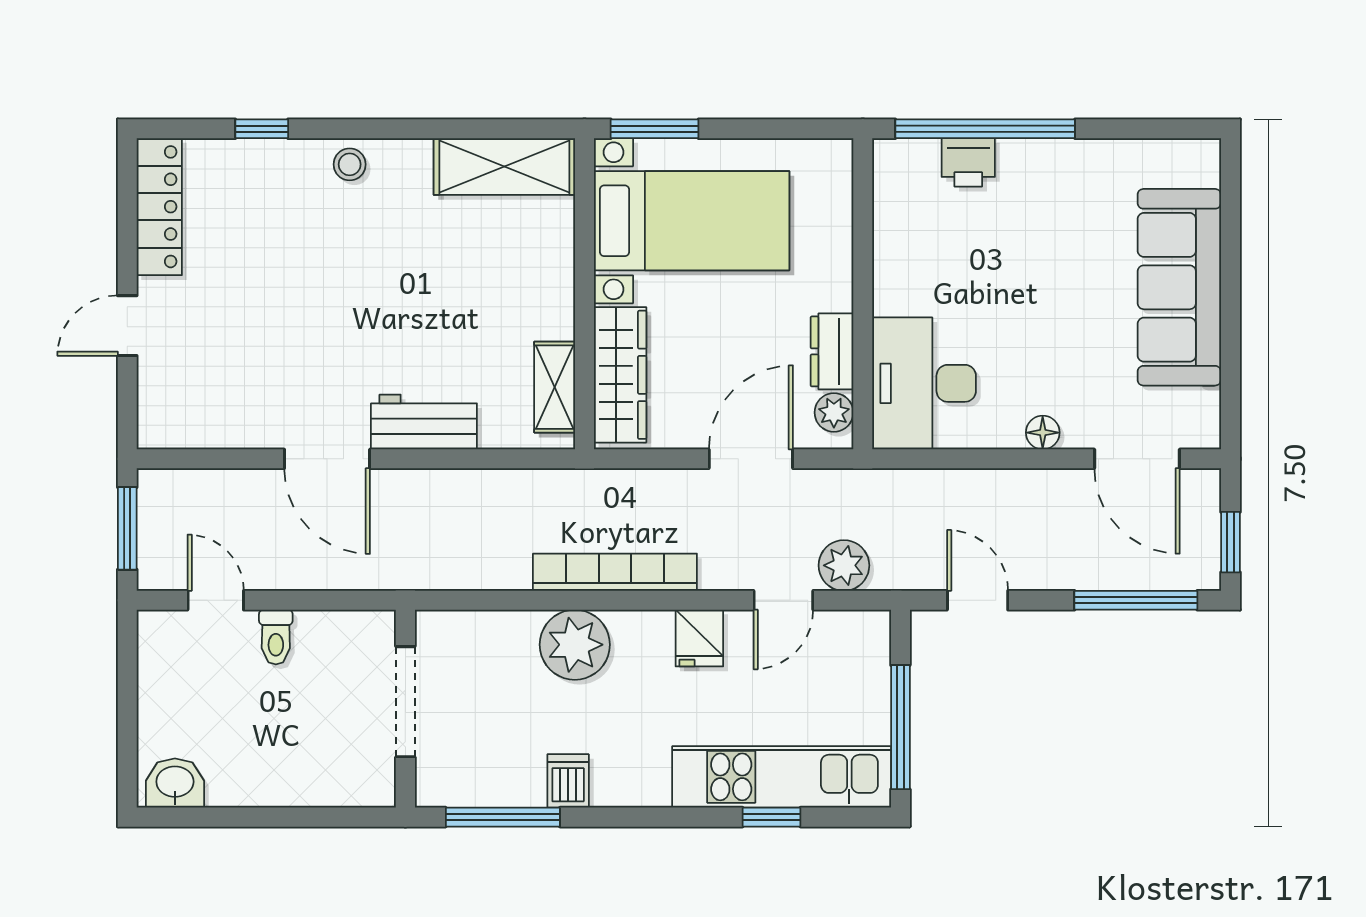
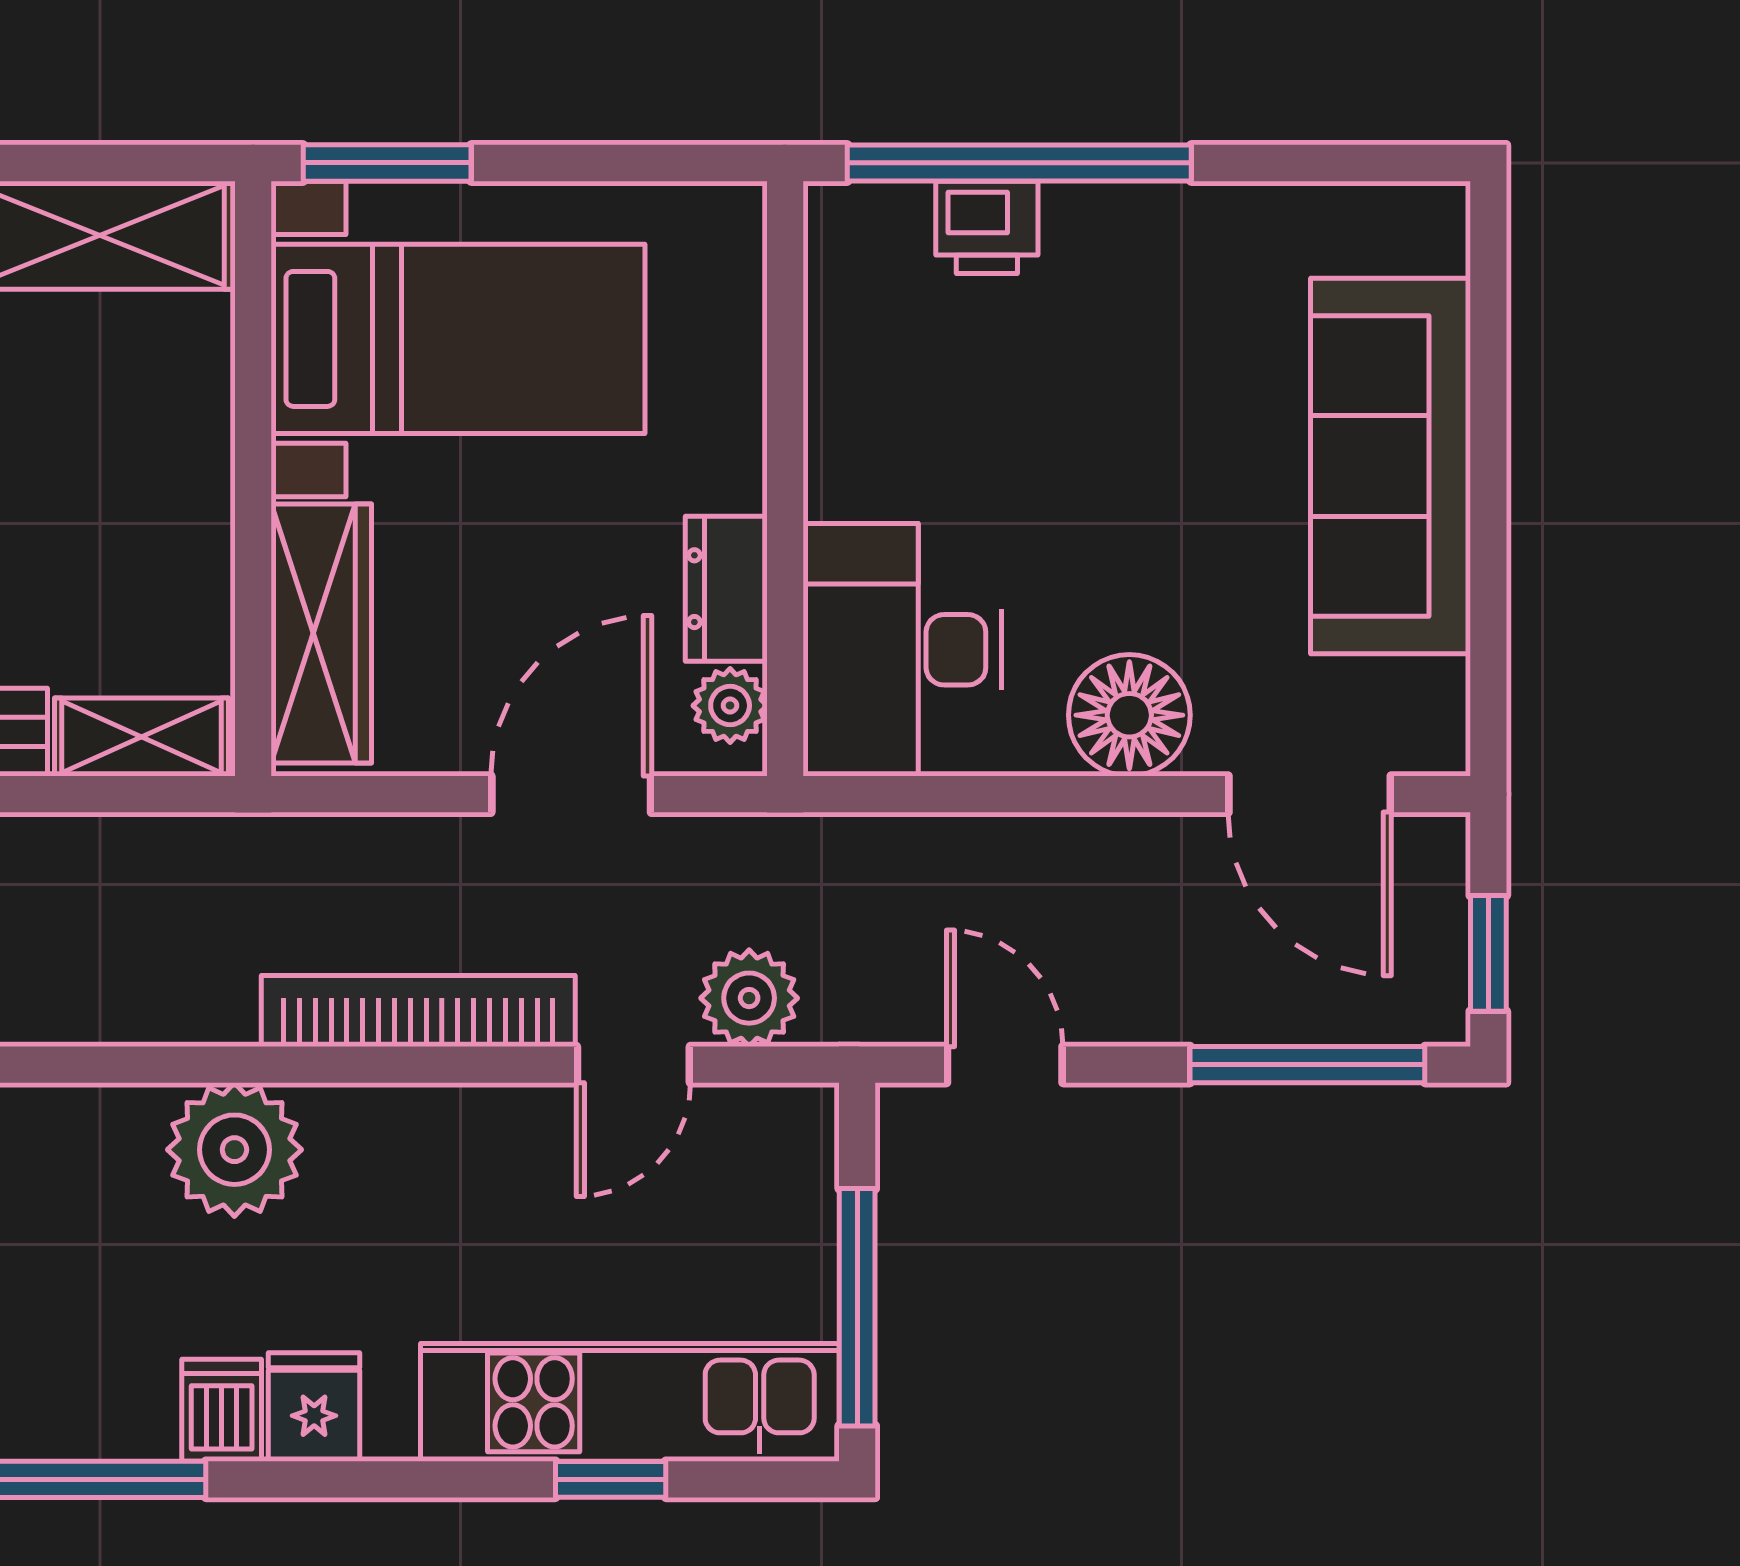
shelving: (555, 387) -> (142, 737), moved, turned 90
floor lamp: (1043, 433) -> (1129, 715), width x1.89, depth x1.89
bookcase: (615, 572) -> (418, 1011), moved
fridge: (699, 638) -> (314, 1407), moved, turned 180

